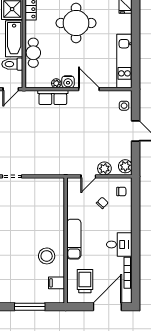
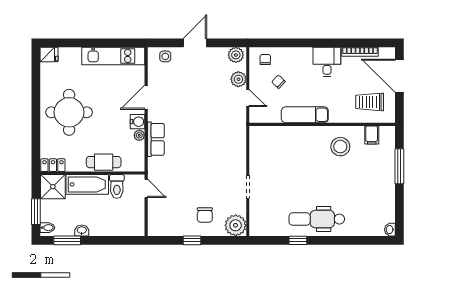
exam couch: (74, 239) -> (305, 115), moved

